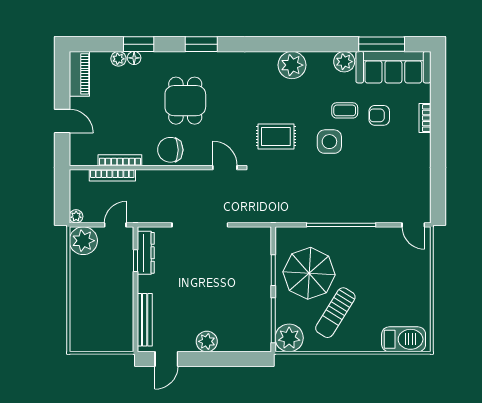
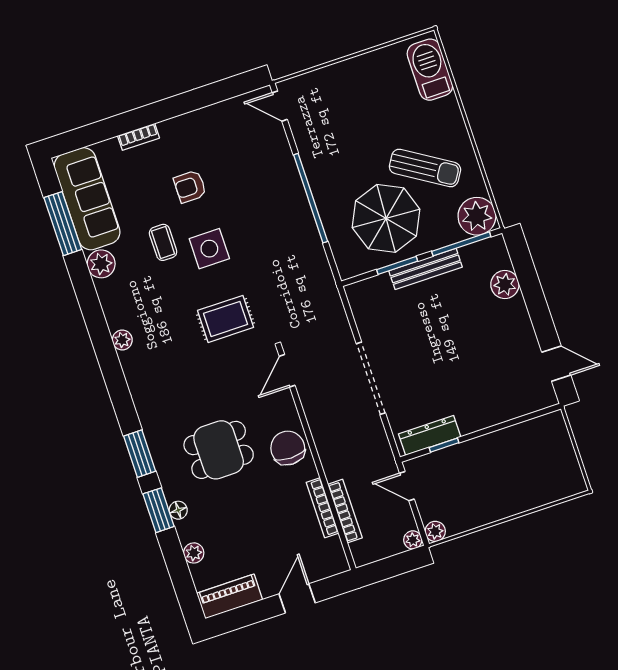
window: (139, 44) -> (159, 510), moved
floor lamp: (134, 58) -> (178, 510), moved
plant: (292, 65) -> (122, 340), width x0.53, depth x0.53
armchair: (379, 115) -> (190, 187), moved, turned 90
rug: (276, 136) -> (226, 319), turned 90
chair: (170, 150) -> (288, 448), turned 180
door: (413, 225) -> (280, 106), swing flipped
plant: (83, 241) -> (435, 531), width x0.53, depth x0.53
bench: (145, 320) -> (426, 269), moved
plant: (207, 341) -> (505, 285), moved

